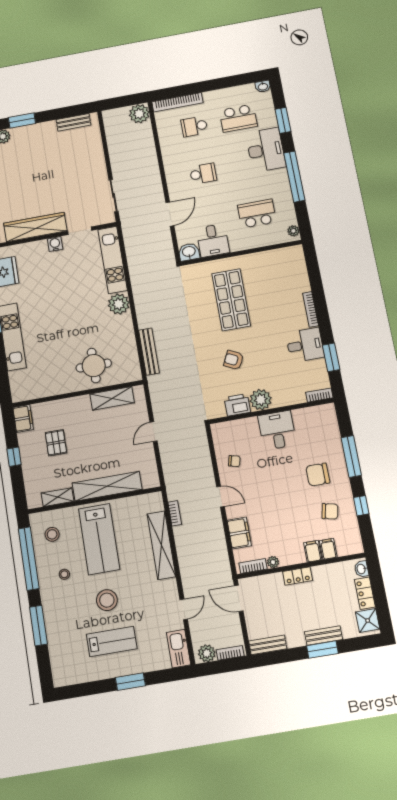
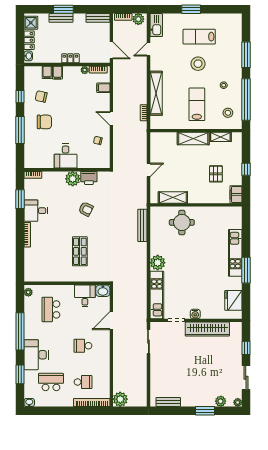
school desk: (257, 214) -> (51, 309), turned 90
shop shelf: (231, 300) -> (80, 251), width x0.70, depth x0.74
shelving: (107, 486) -> (193, 138), width x0.68
filing cabinet: (239, 533) -> (103, 88), width x0.50
lab bench: (99, 539) -> (197, 104), width x0.73, depth x0.72

